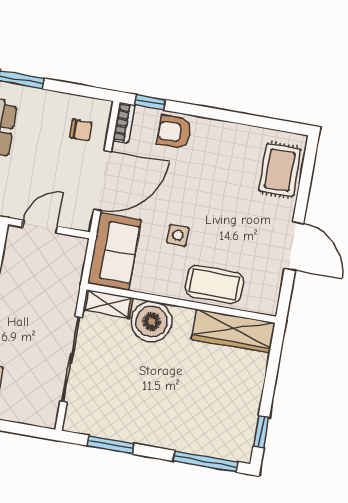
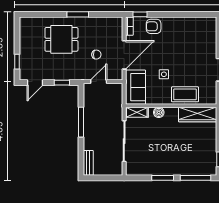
chair: (81, 130) -> (96, 55), moved
rug: (280, 170) -> (206, 35), removed
boiler: (152, 322) -> (159, 112), width x0.54, depth x0.54
window: (111, 445) -> (163, 178), moved

